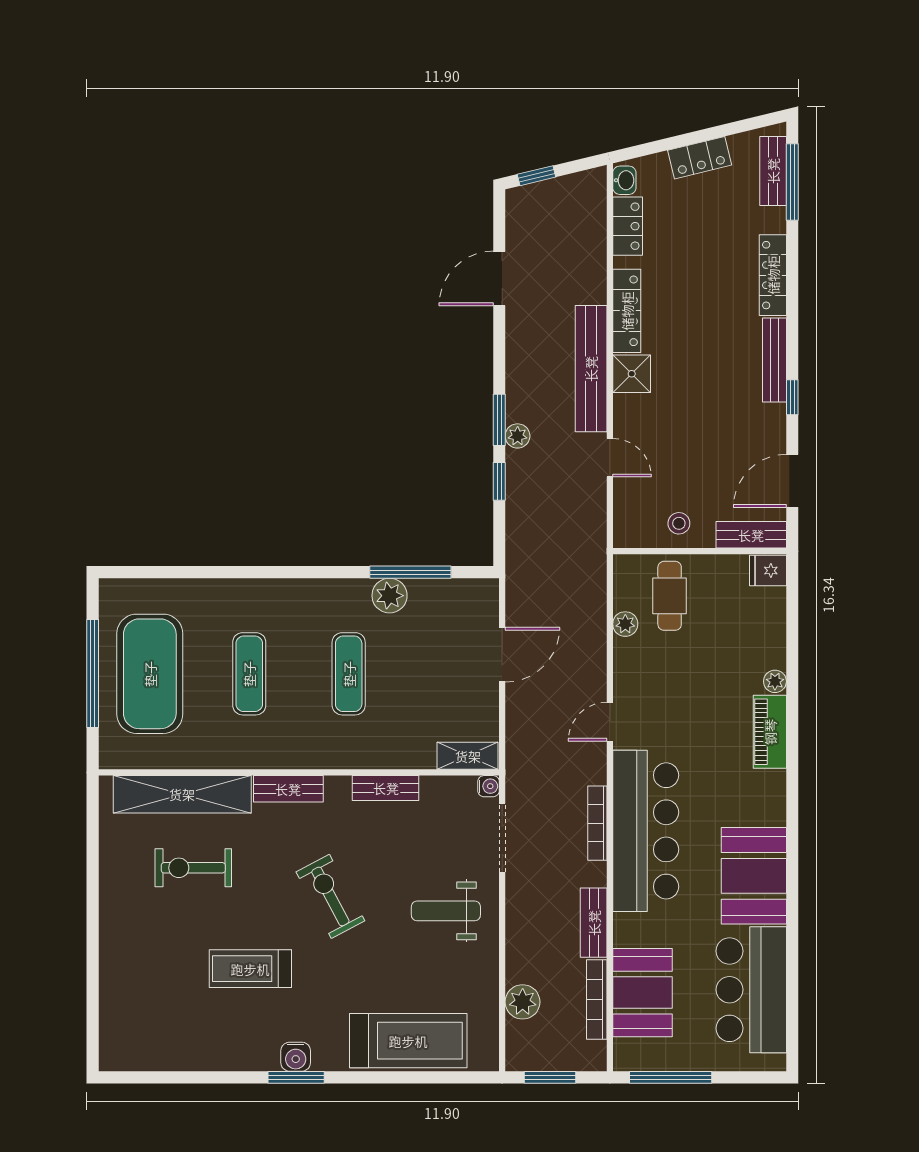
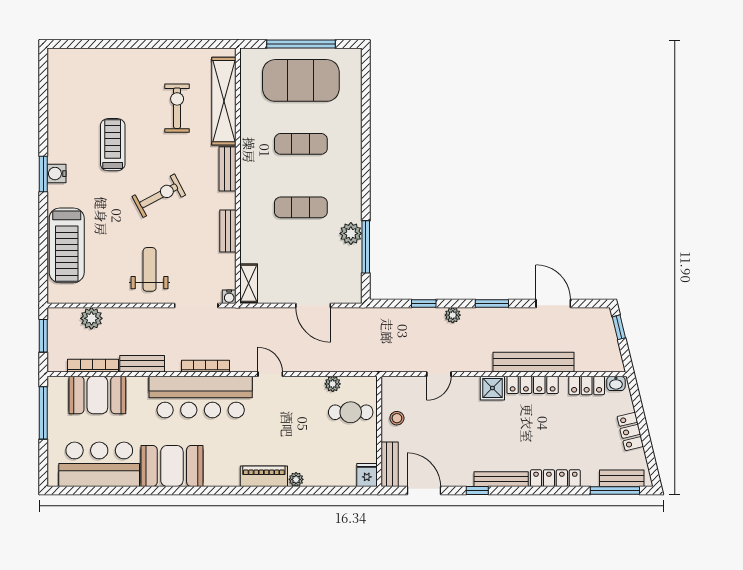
bench: (591, 369) -> (534, 362), moved
window: (499, 420) -> (492, 304), moved

